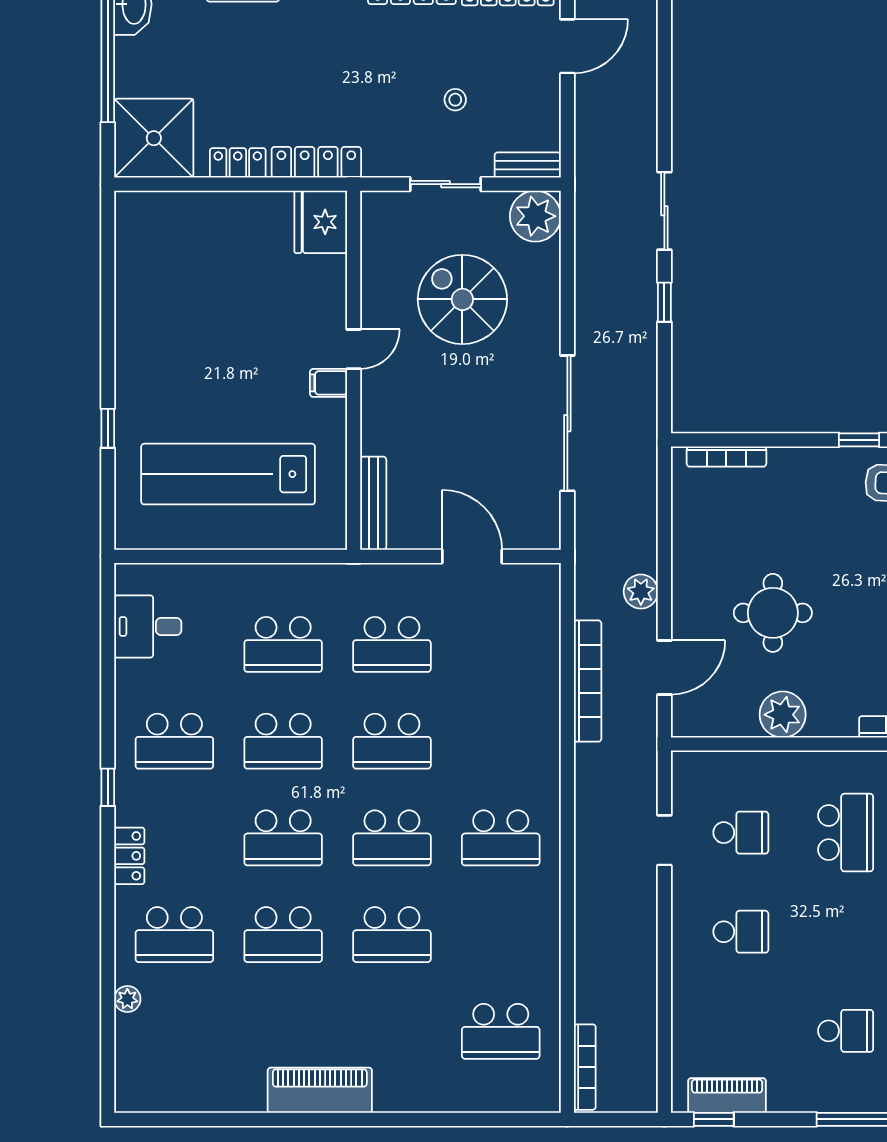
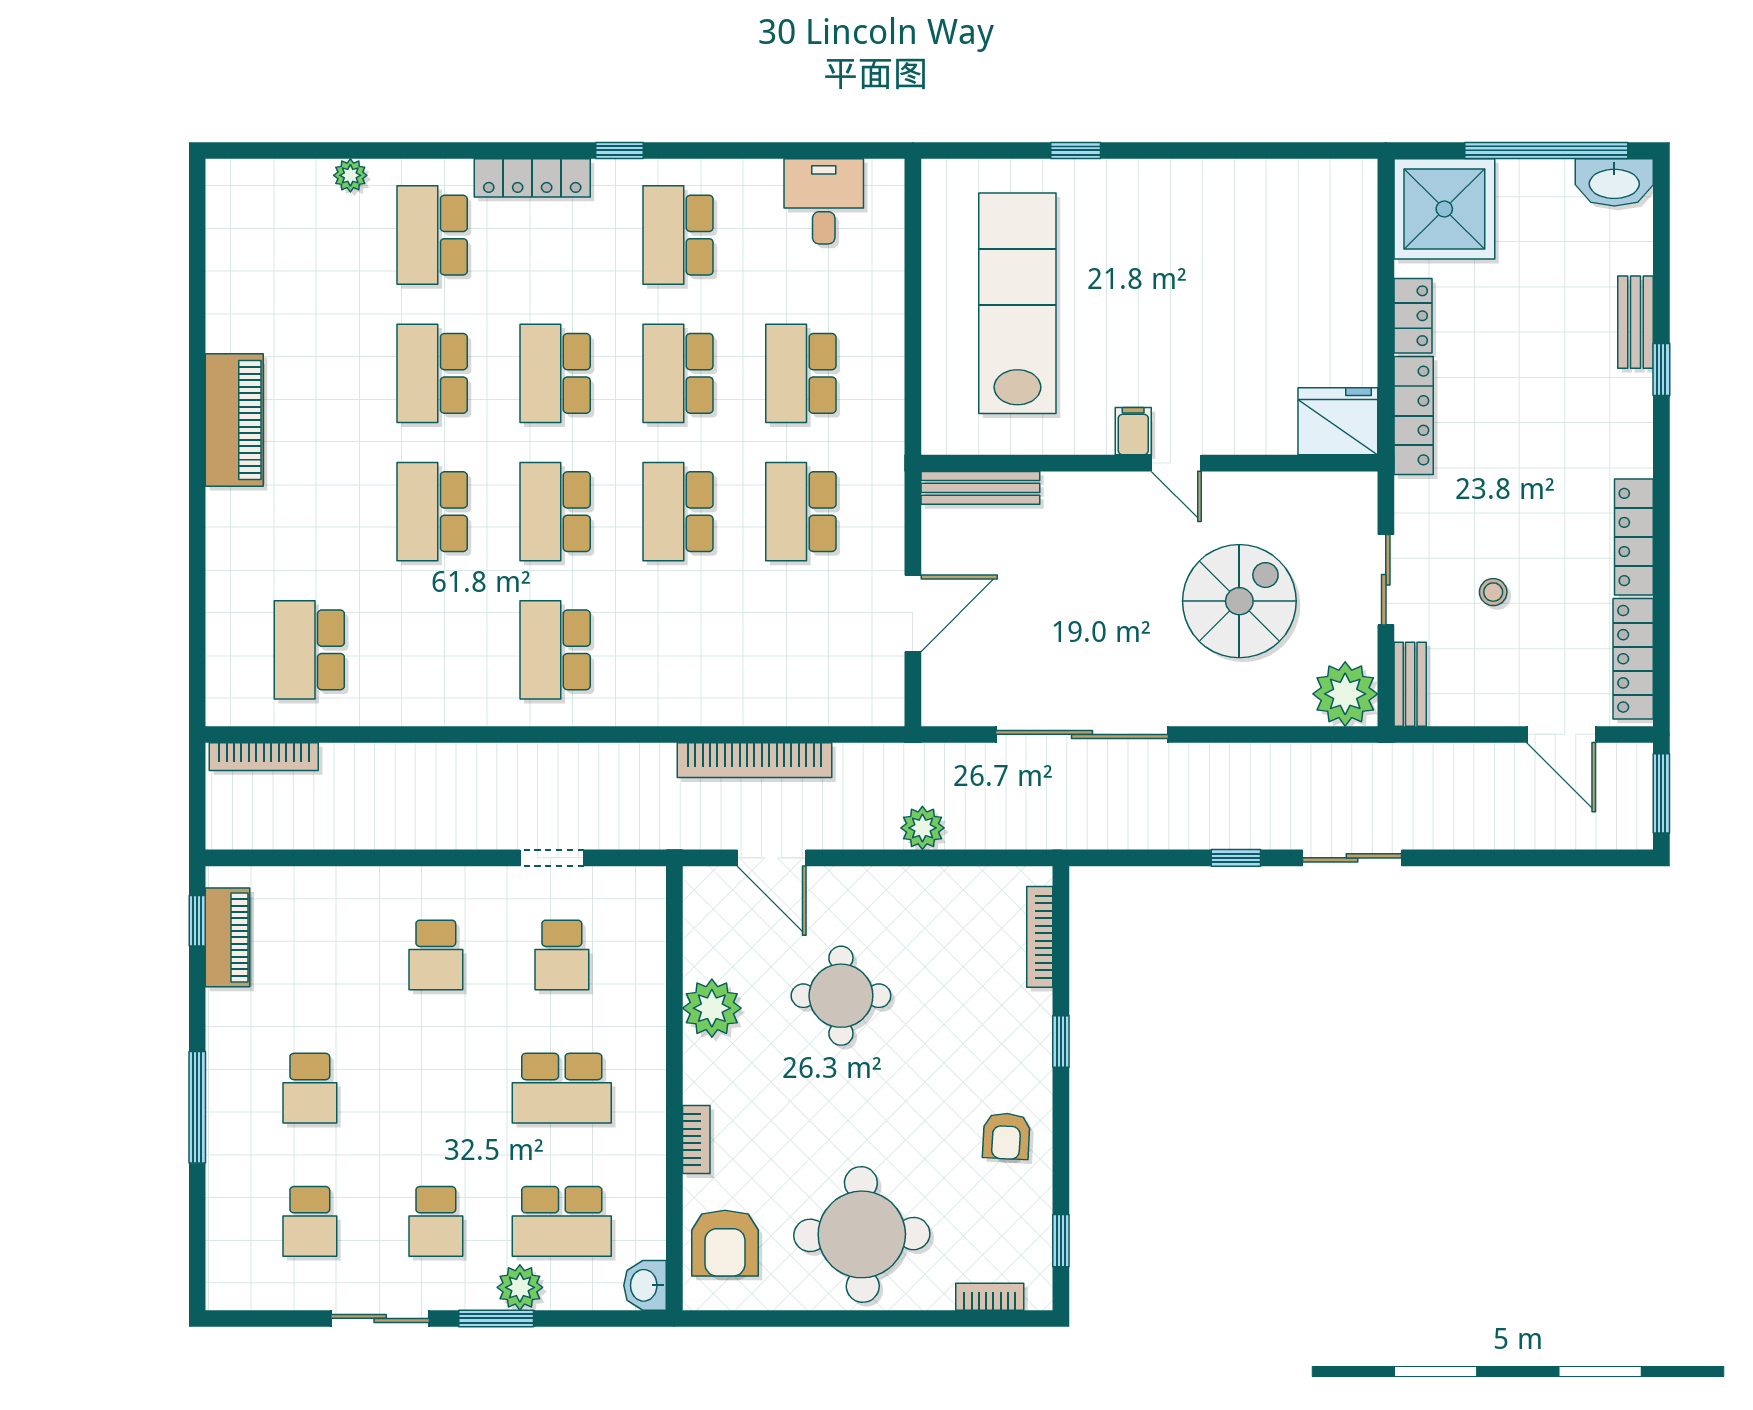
window: (859, 440) -> (1061, 1042), moved
plant: (641, 592) -> (922, 828), moved
locker: (129, 856) -> (532, 178), width x1.53

